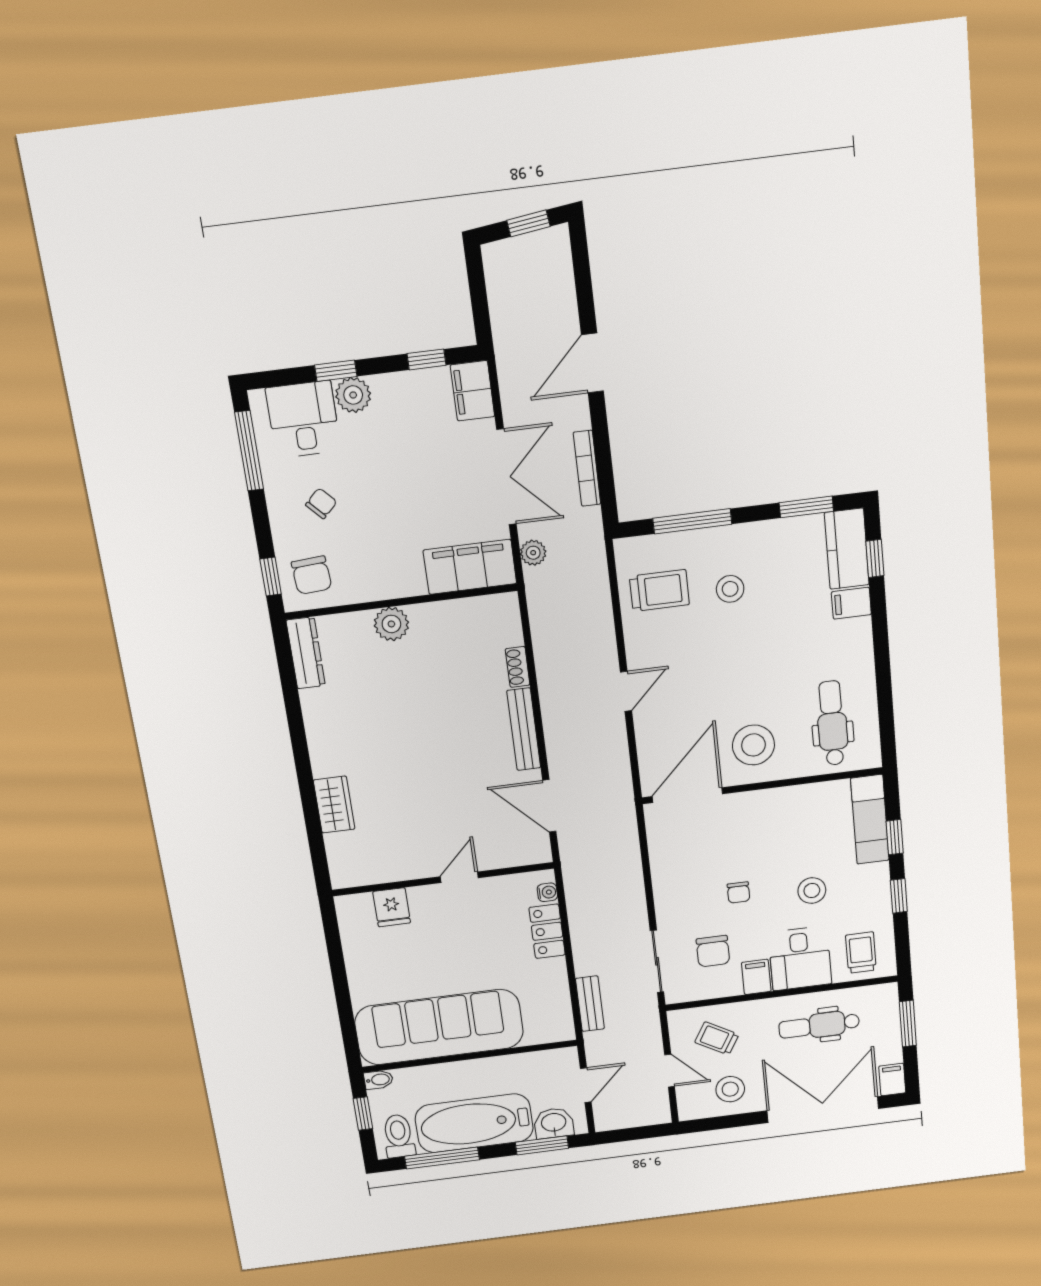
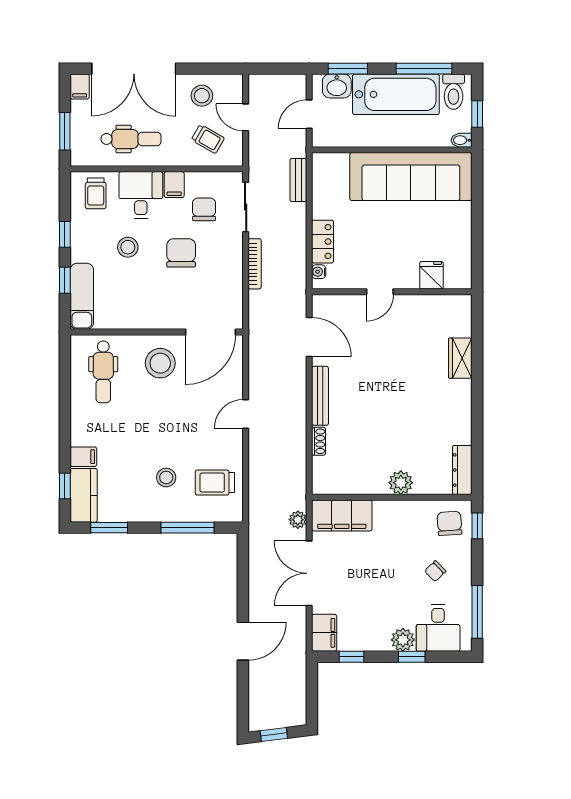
bookcase: (587, 468) -> (255, 264), moved
chair: (739, 892) -> (181, 253), width x1.87, depth x1.87

